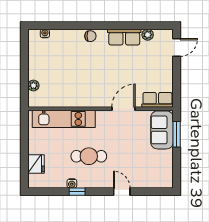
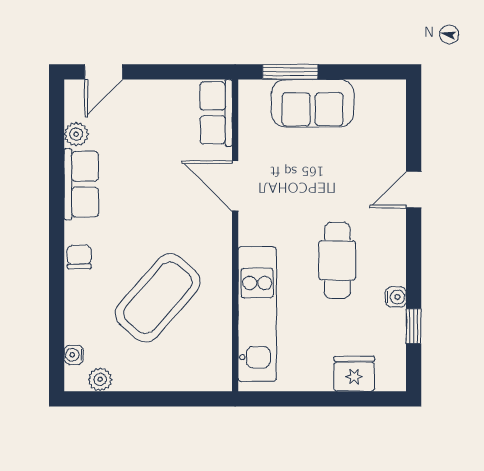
door: (177, 47) -> (104, 72), swing flipped
coffee table: (71, 73) -> (158, 298), added
plant: (33, 85) -> (100, 379), moved
sofa: (162, 130) -> (313, 103), moved
window: (77, 192) -> (414, 326), moved

